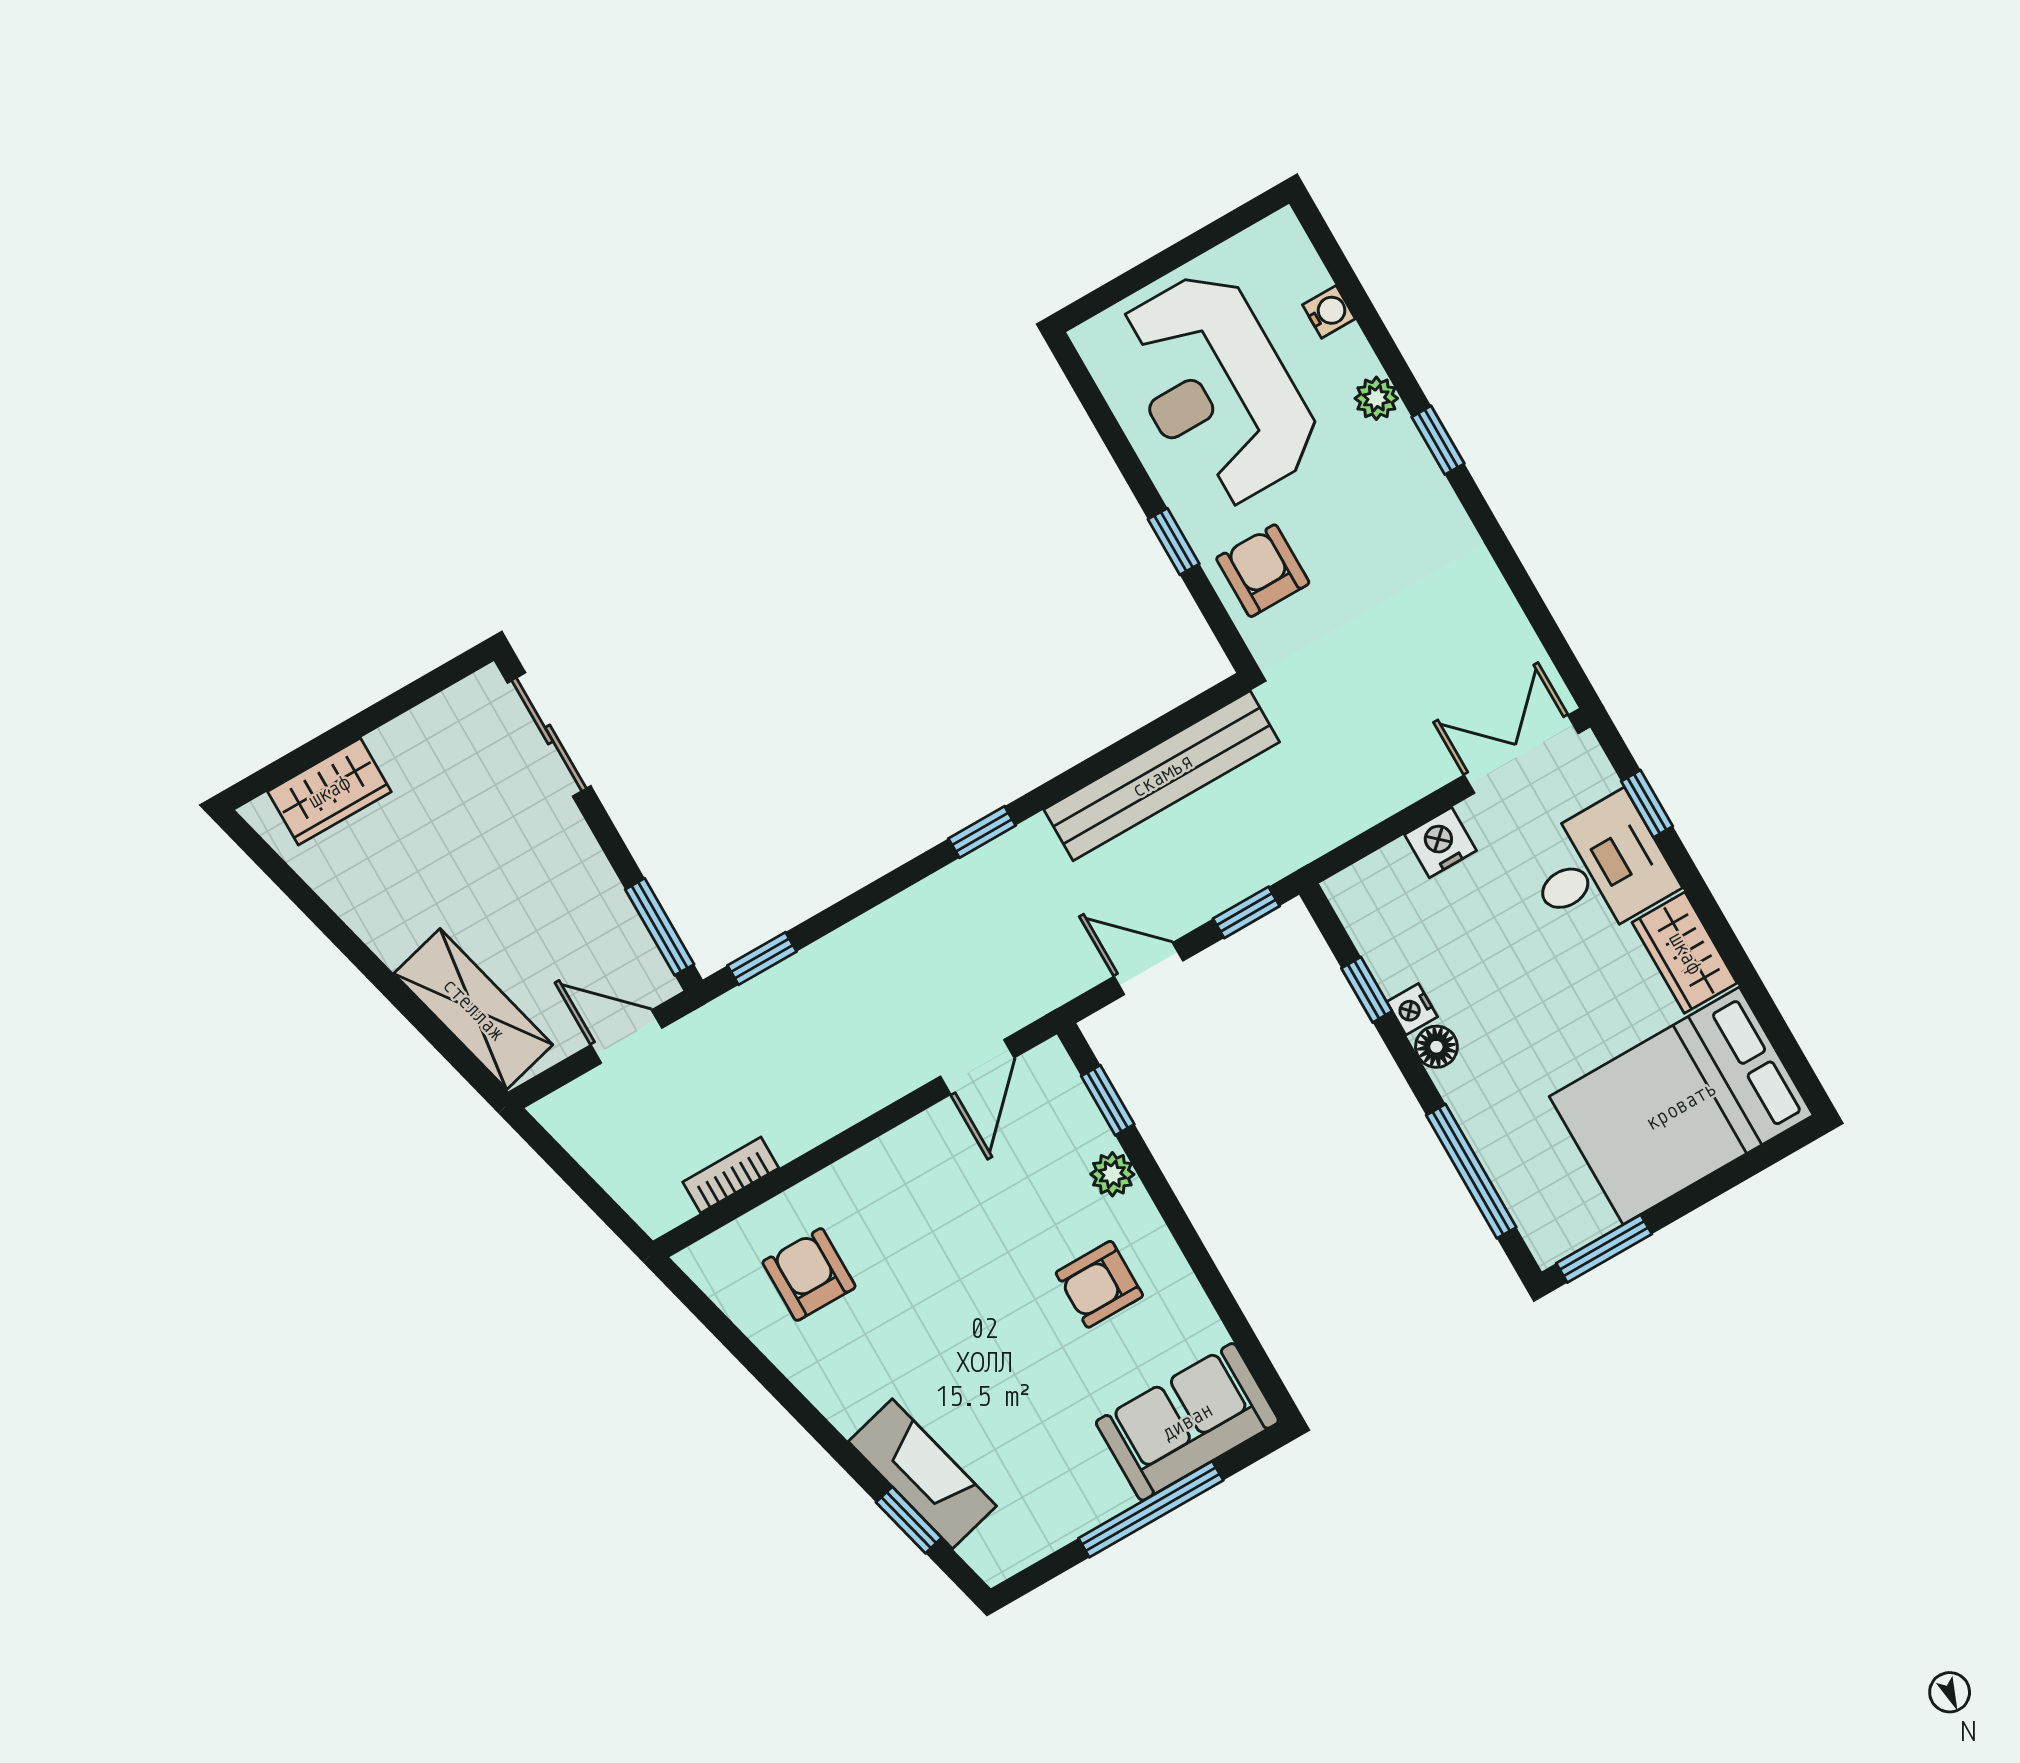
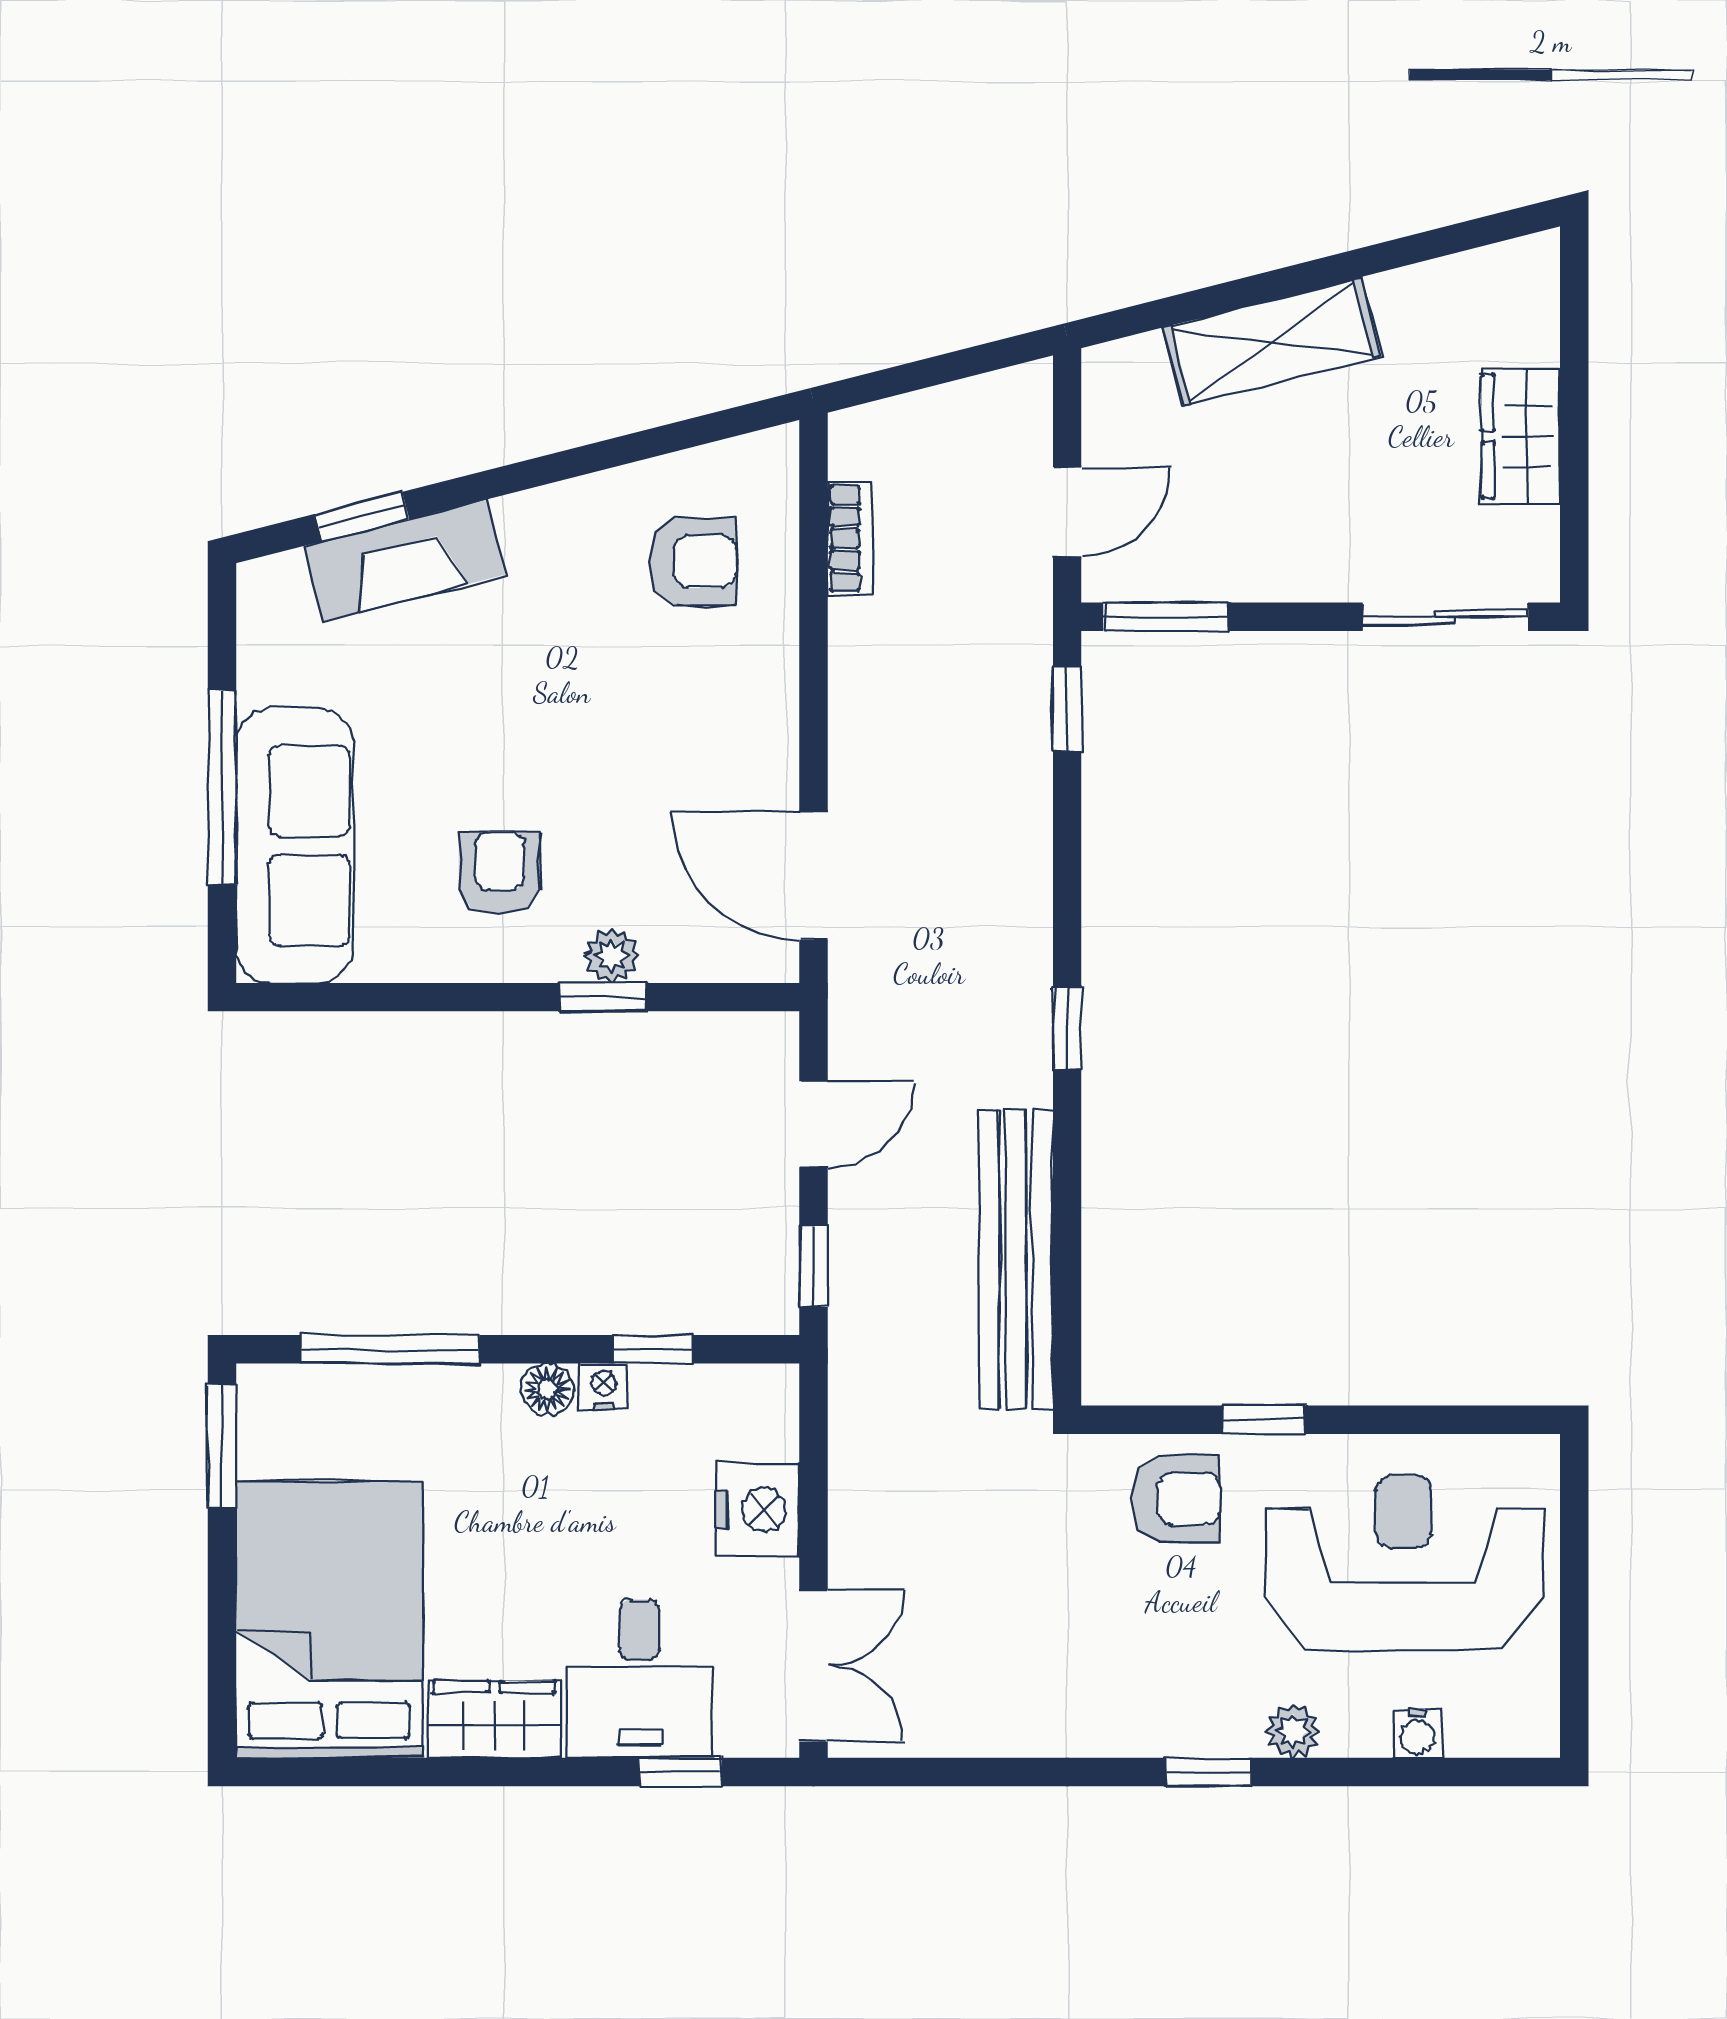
wardrobe: (329, 792) -> (1521, 436), moved
nightstand: (1440, 843) -> (758, 1510), width x1.36, depth x1.33
shelving: (473, 1009) -> (1272, 342), moved
door: (977, 1067) -> (814, 876), width x1.38
window: (1108, 1100) -> (603, 997), moved
sofa: (1187, 1422) -> (294, 846), width x1.36

